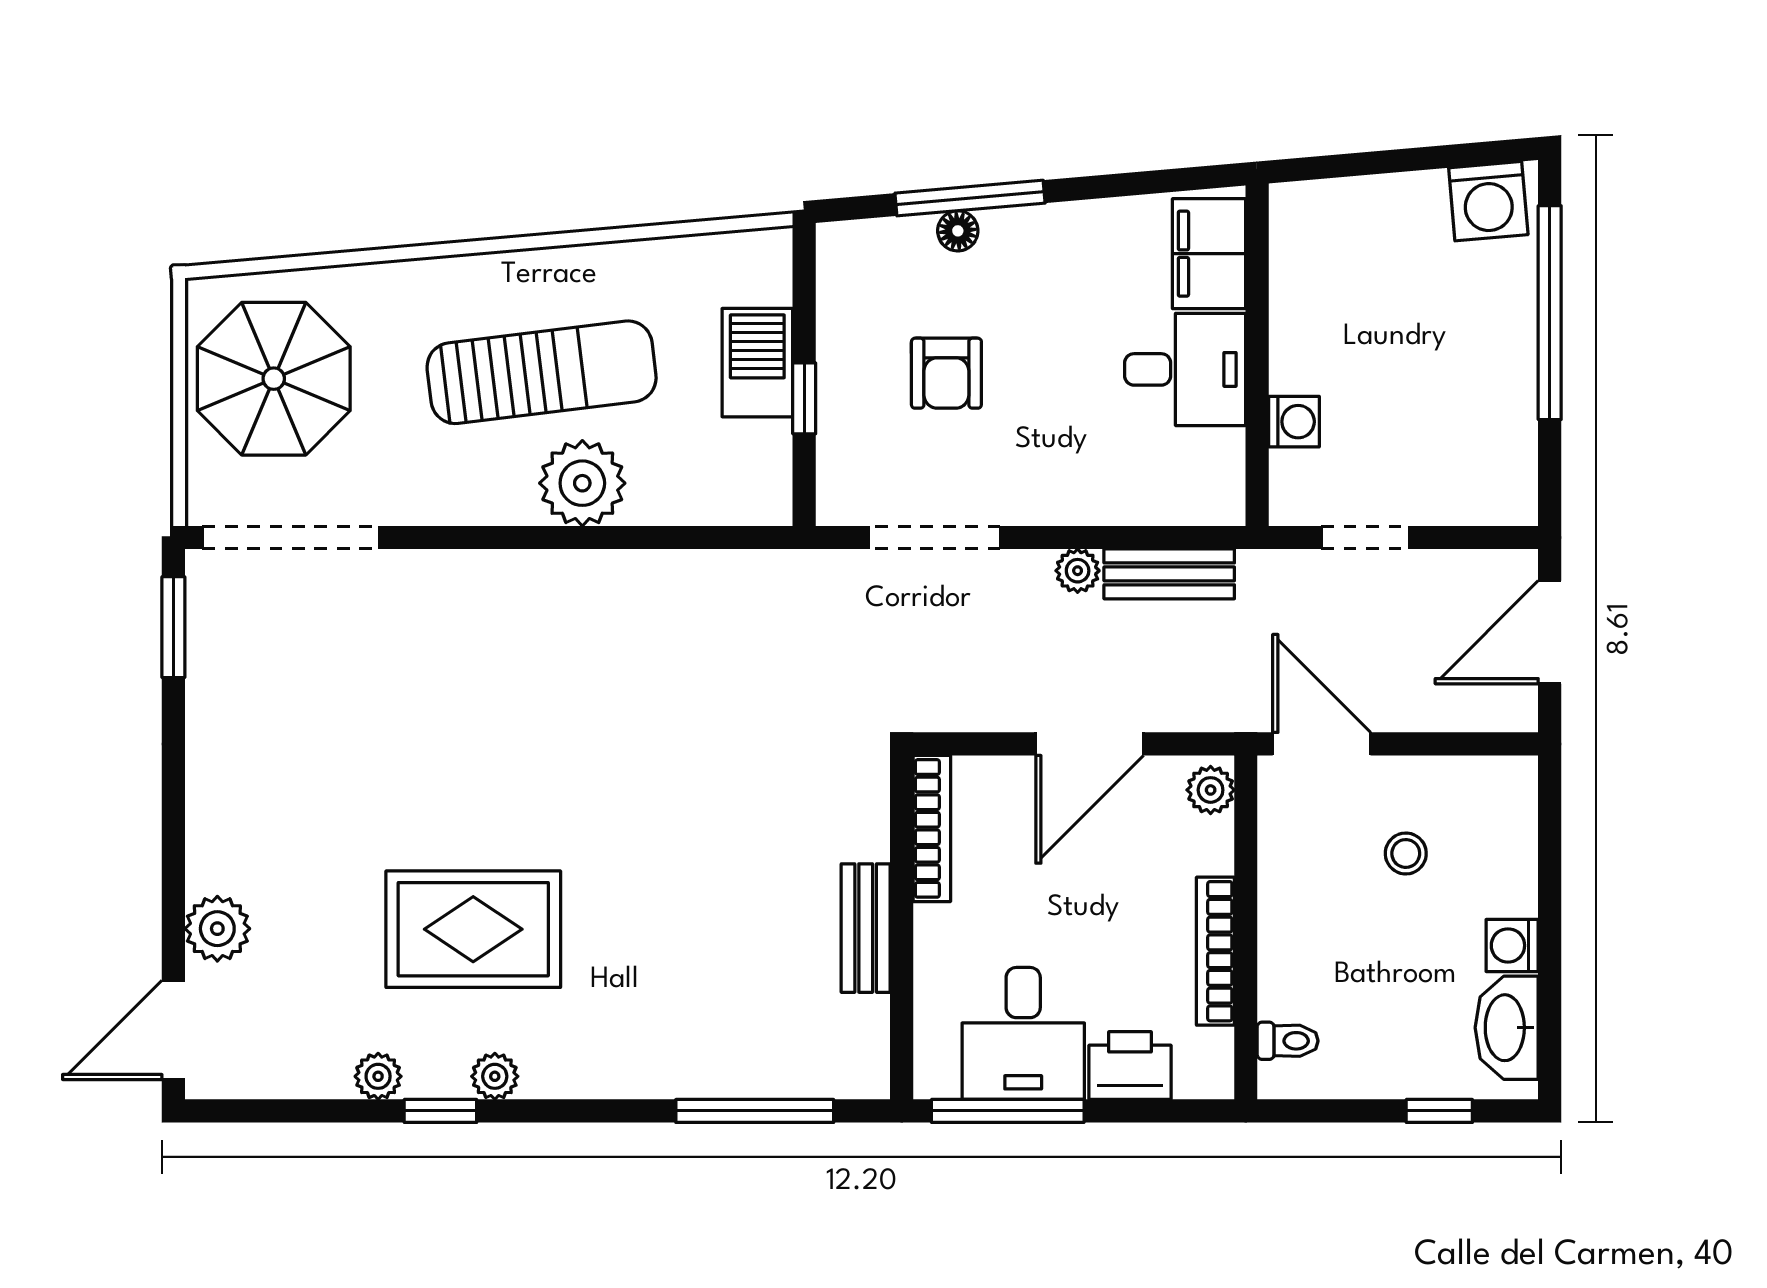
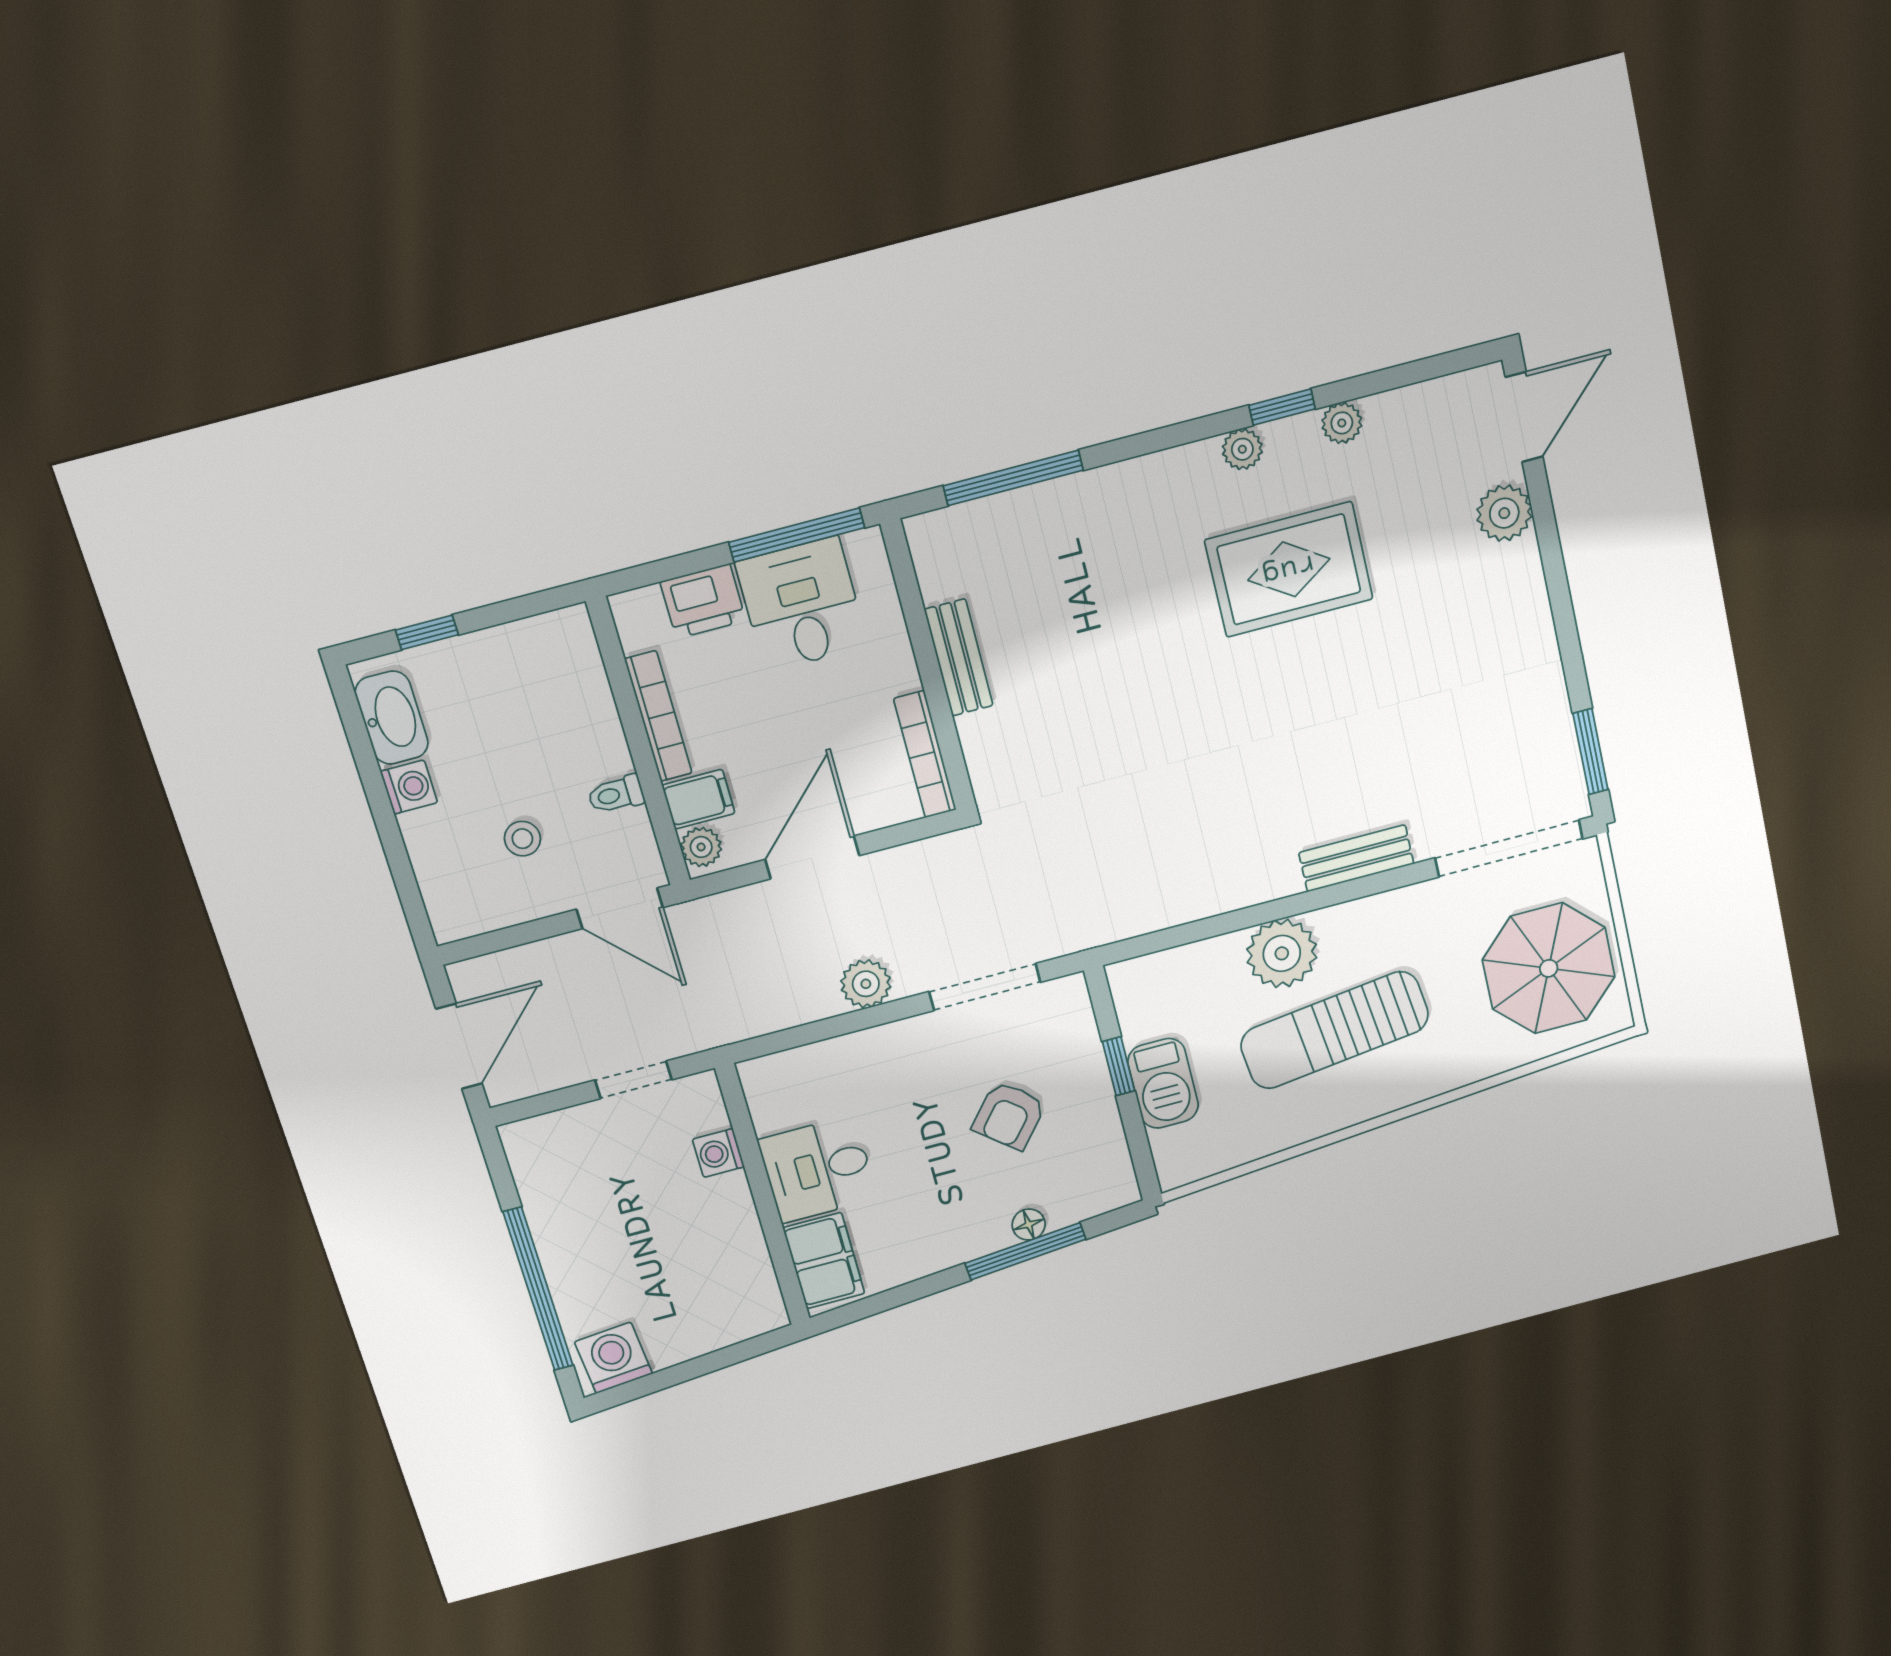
armchair: (946, 373) -> (1009, 1116), turned -140
plant: (1078, 571) -> (866, 984), width x1.38, depth x1.38
bench: (1169, 574) -> (1356, 858), moved
filing cabinet: (1198, 845) -> (698, 799), added
toilet: (1288, 1041) -> (616, 794), moved

